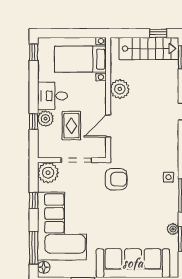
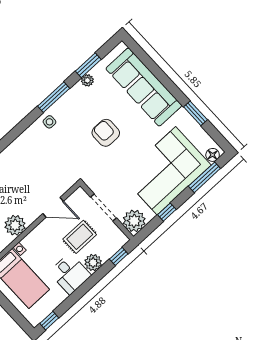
window: (34, 122) -> (119, 256), moved
armchair: (116, 179) -> (106, 133), moved

